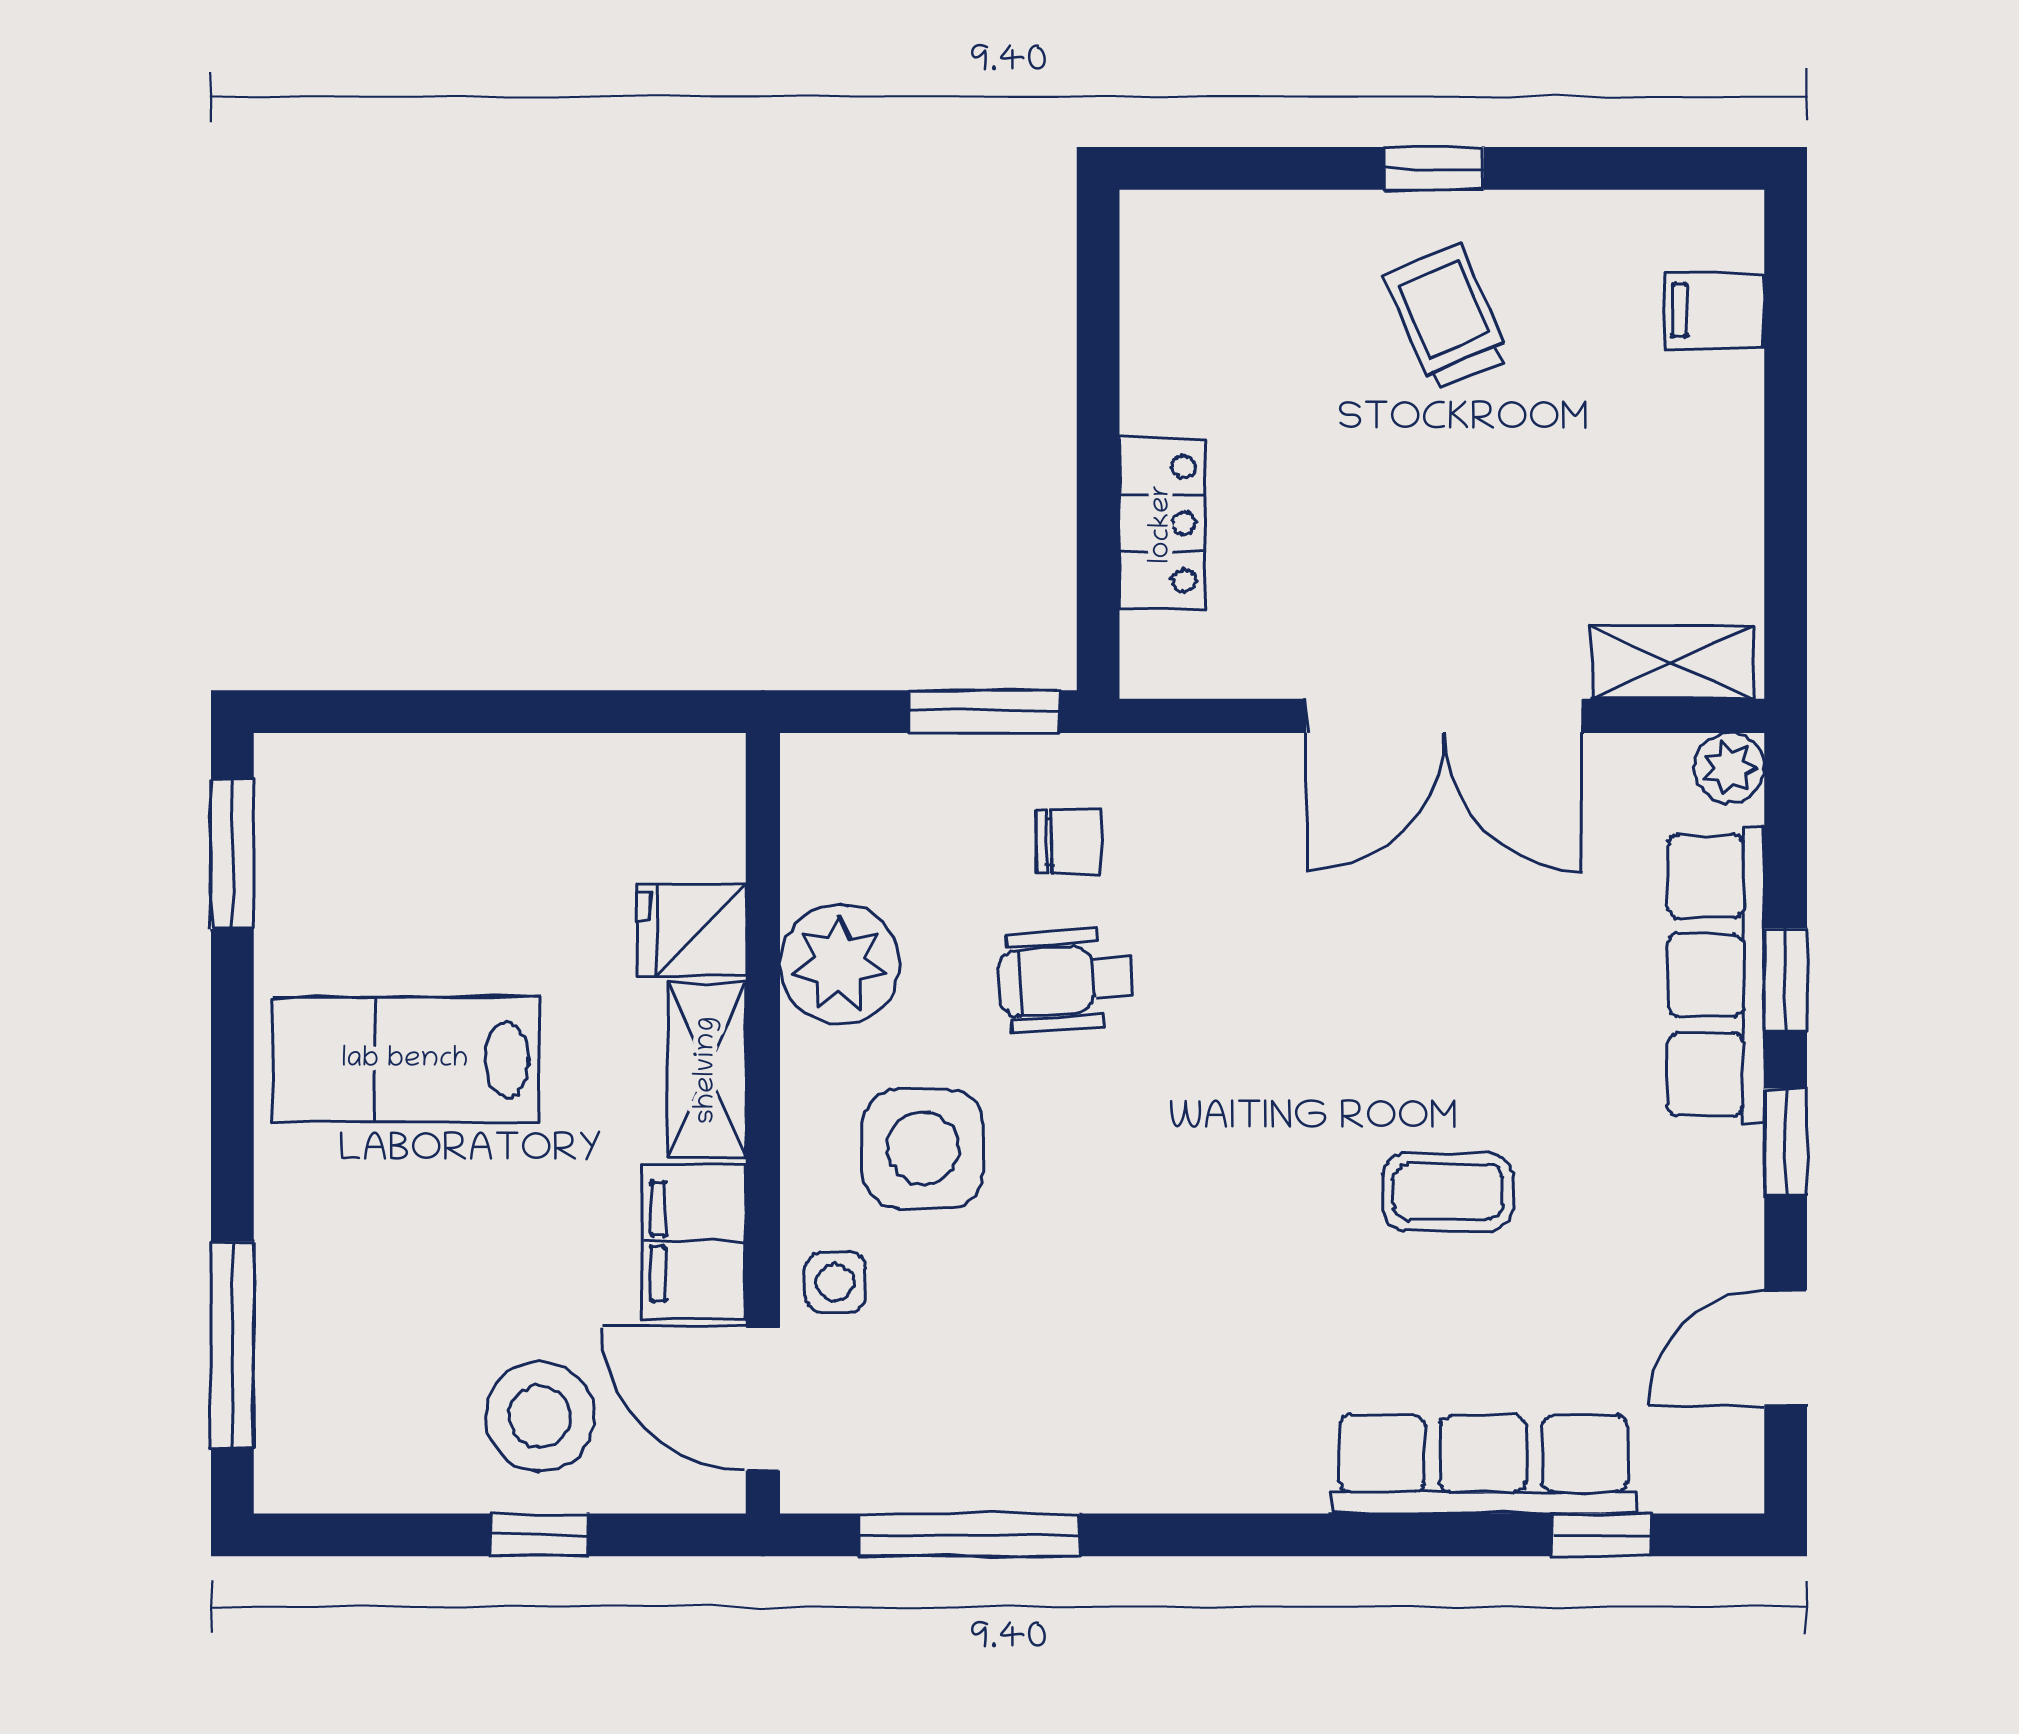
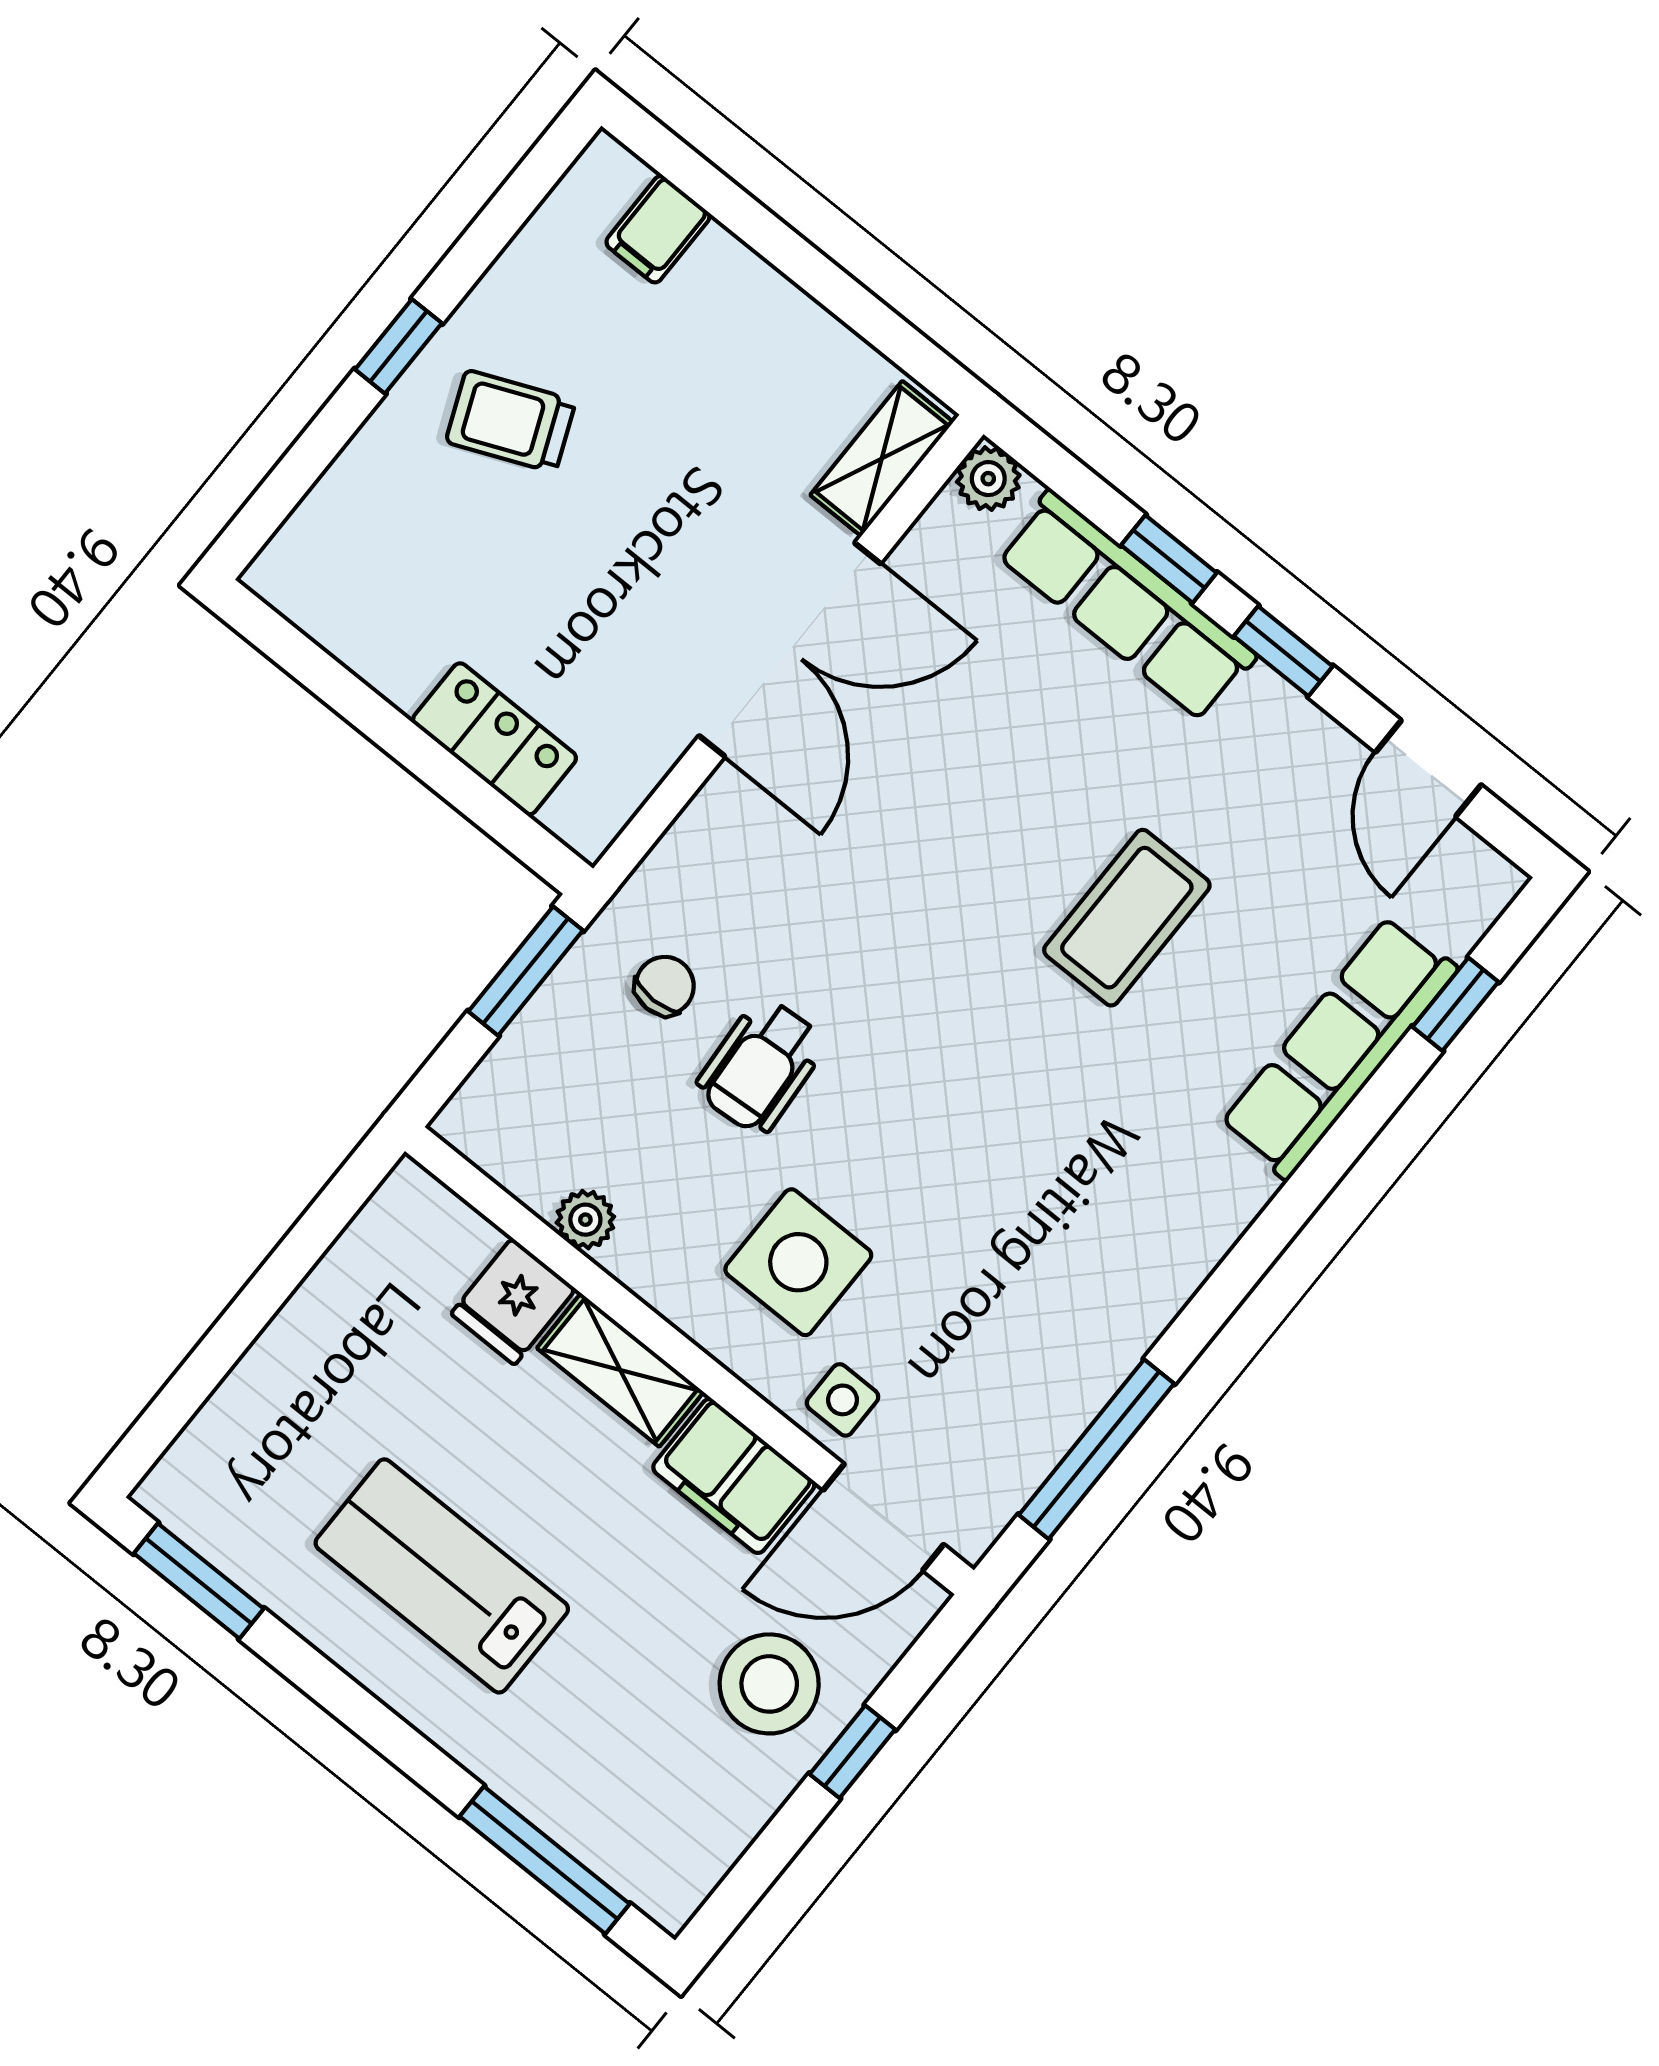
plant: (840, 964) -> (585, 1220), width x0.53, depth x0.53
lab bench: (405, 1060) -> (442, 1576), turned 90
coffee table: (1448, 1192) -> (1127, 918), width x1.36, depth x1.30

